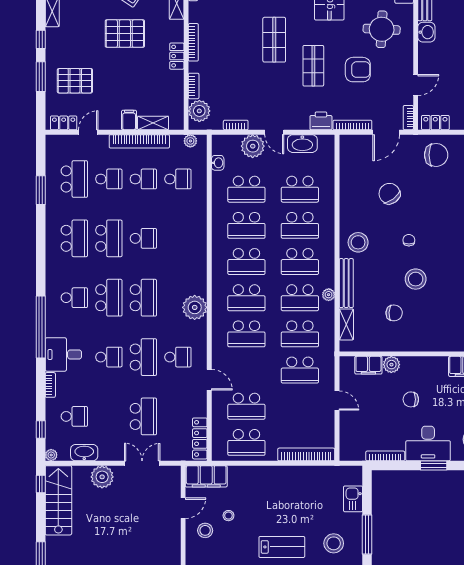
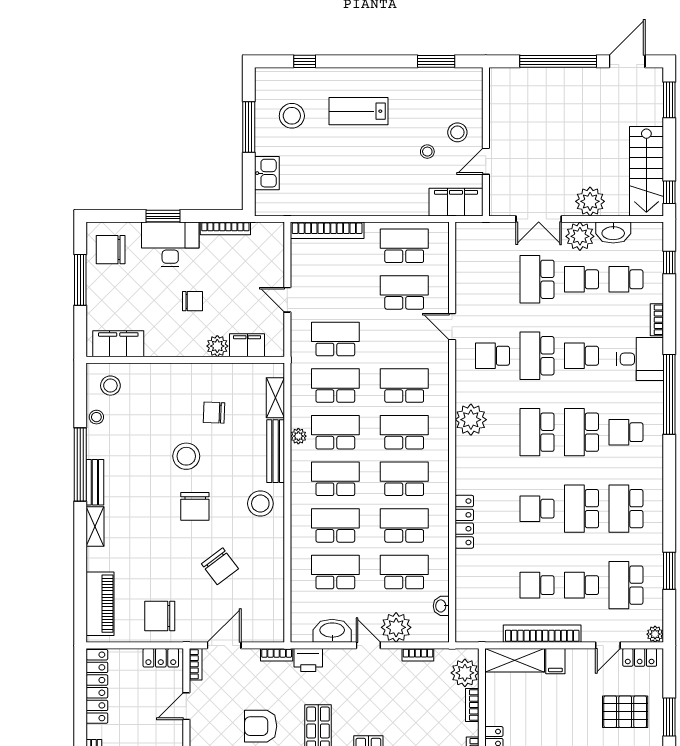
shelving: (153, 123) -> (515, 660), width x1.50, depth x1.33
bookcase: (352, 125) -> (277, 655), width x0.64
plant: (190, 141) -> (655, 634), moved
school desk: (178, 179) -> (581, 279), moved
chair: (409, 240) -> (195, 506), width x1.87, depth x1.87
locker: (200, 438) -> (464, 522), moved
plant: (51, 455) -> (580, 236), moved, width x1.88, depth x1.88

